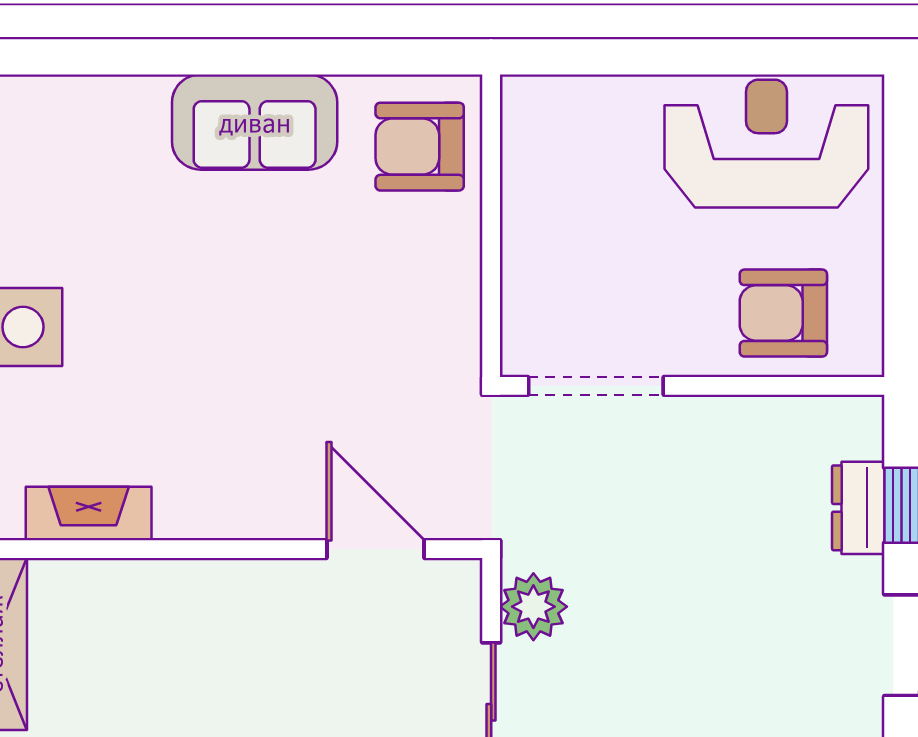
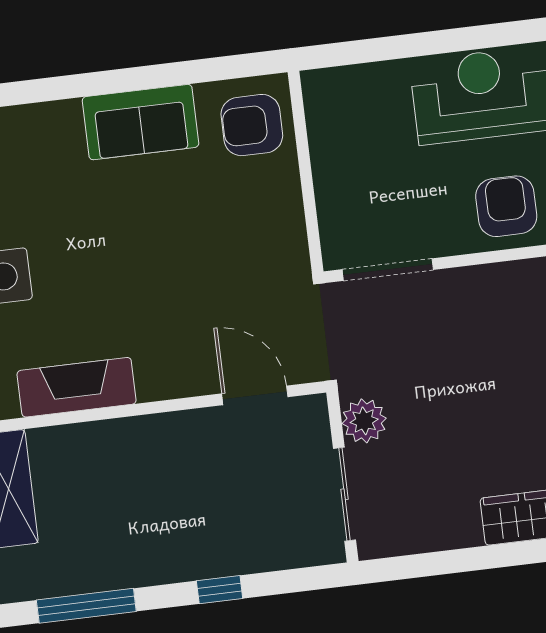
armchair: (783, 313) -> (506, 206), turned 90
fireplace: (89, 513) -> (77, 387), width x1.37, depth x1.32

